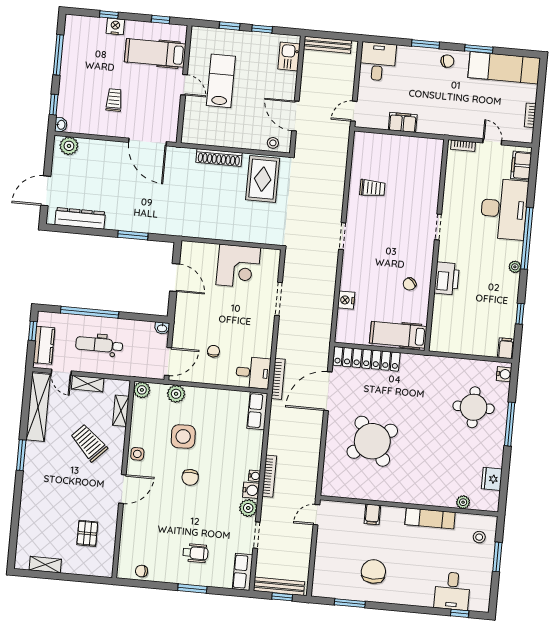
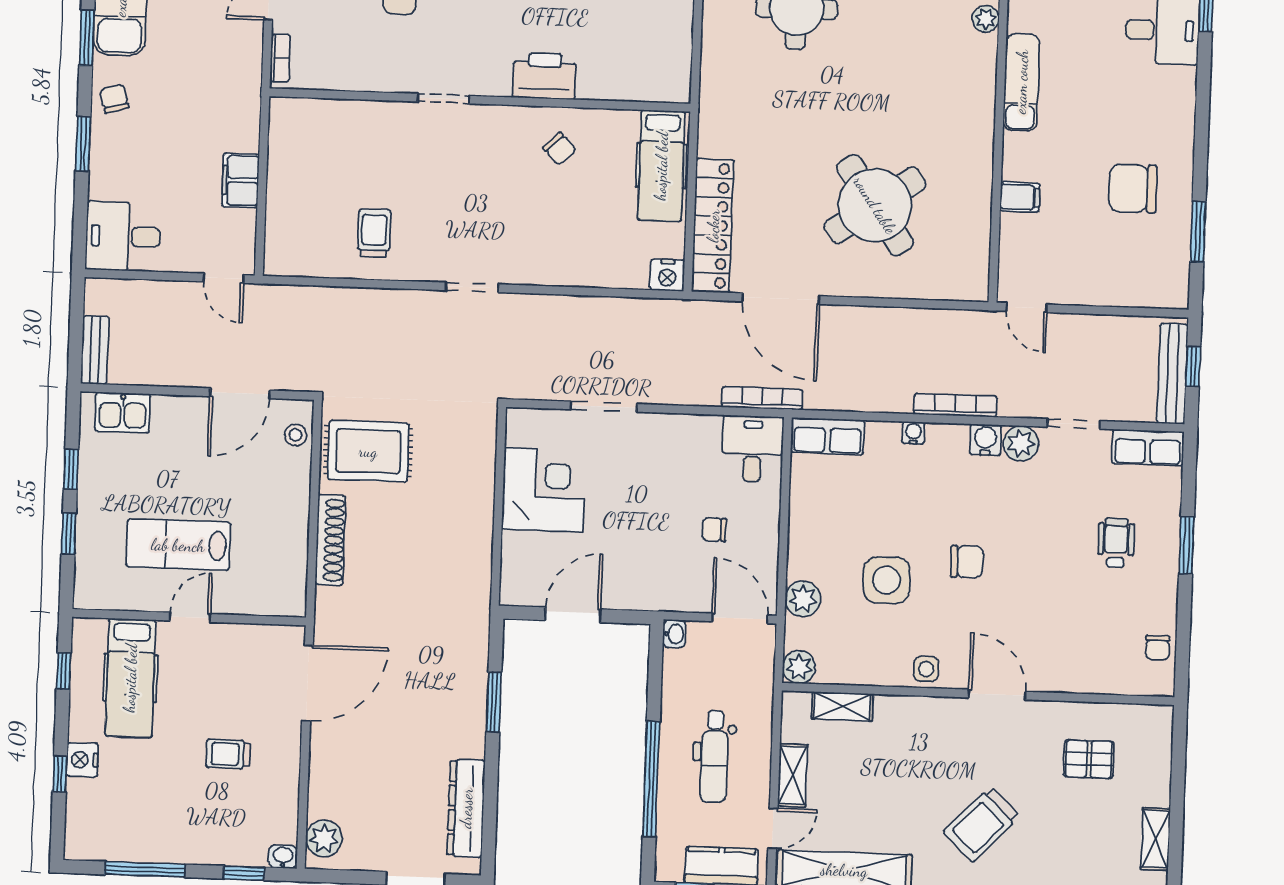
bench: (328, 45) -> (95, 350), width x0.73
nightstand: (346, 300) -> (667, 275), moved
trolley: (89, 443) -> (981, 824), moved
water cooler: (255, 476) -> (913, 433), moved

